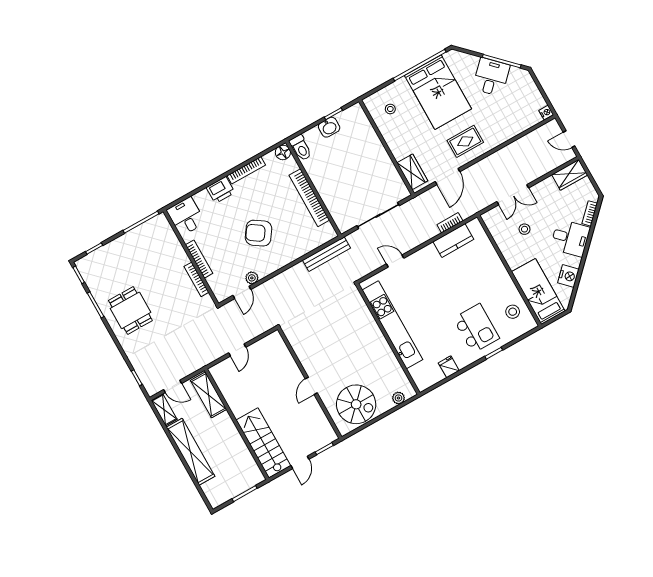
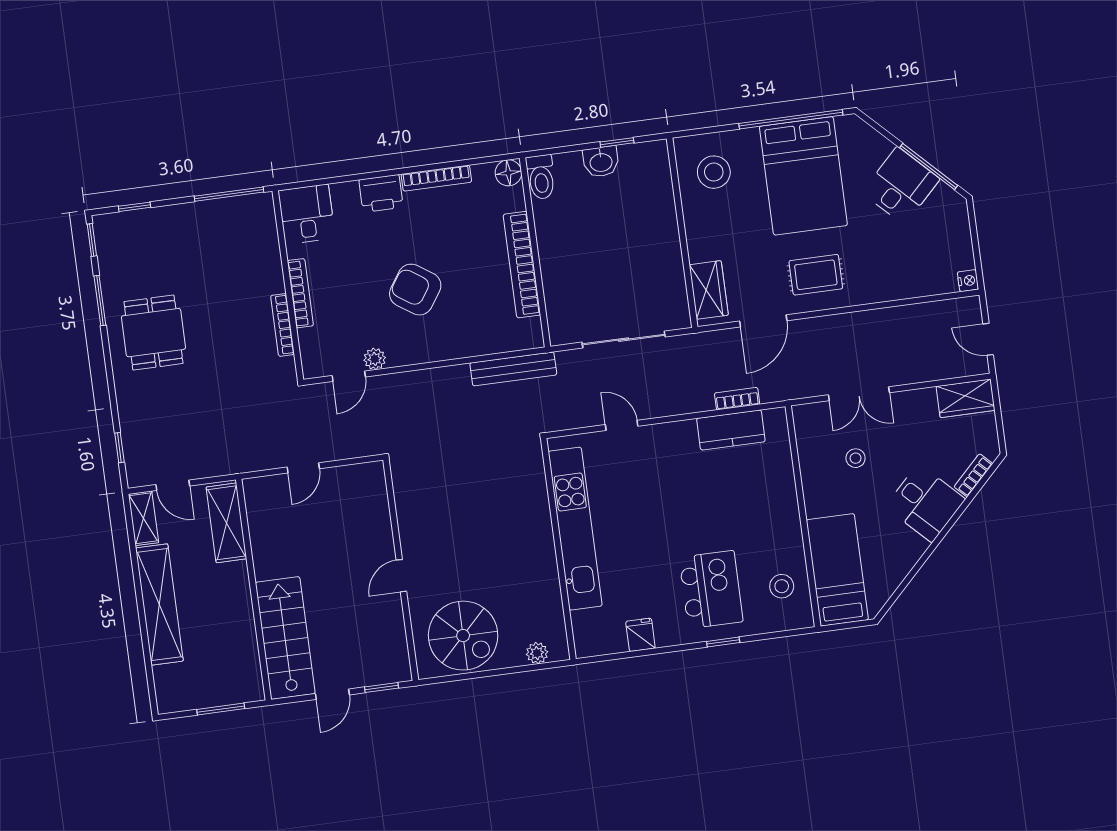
stool: (390, 109) -> (714, 172), width x1.89, depth x1.89
nightstand: (568, 276) -> (897, 564), removed

